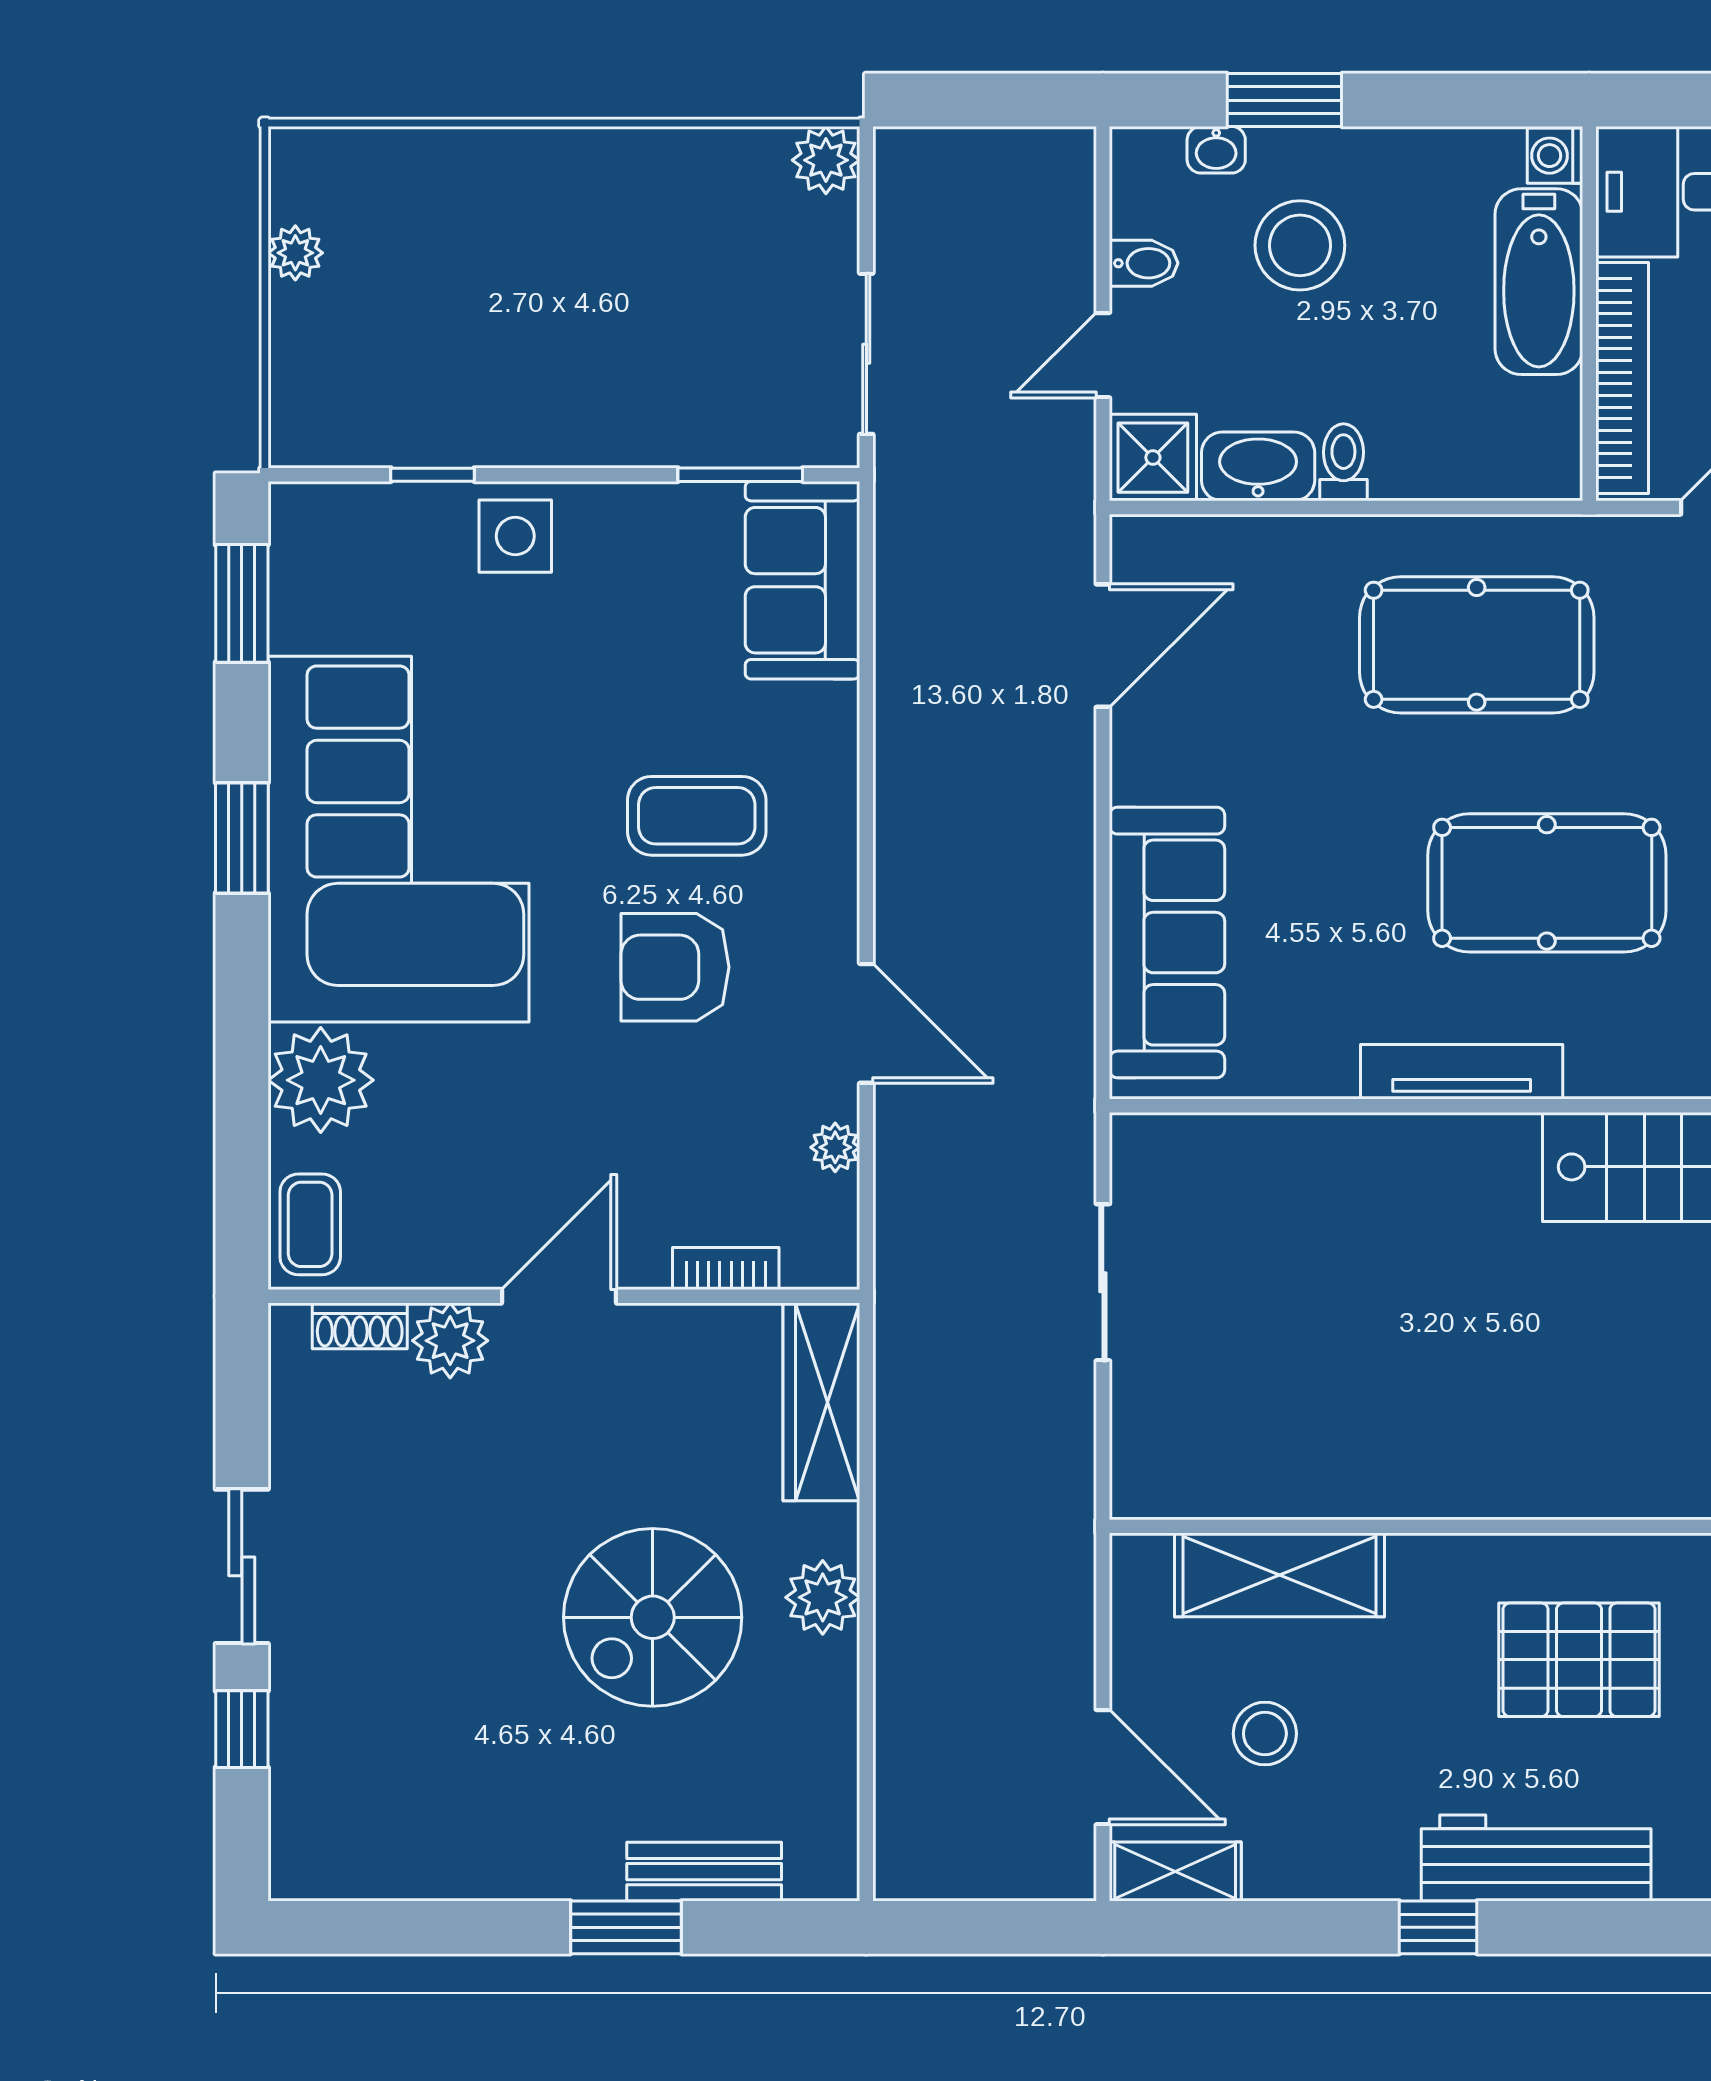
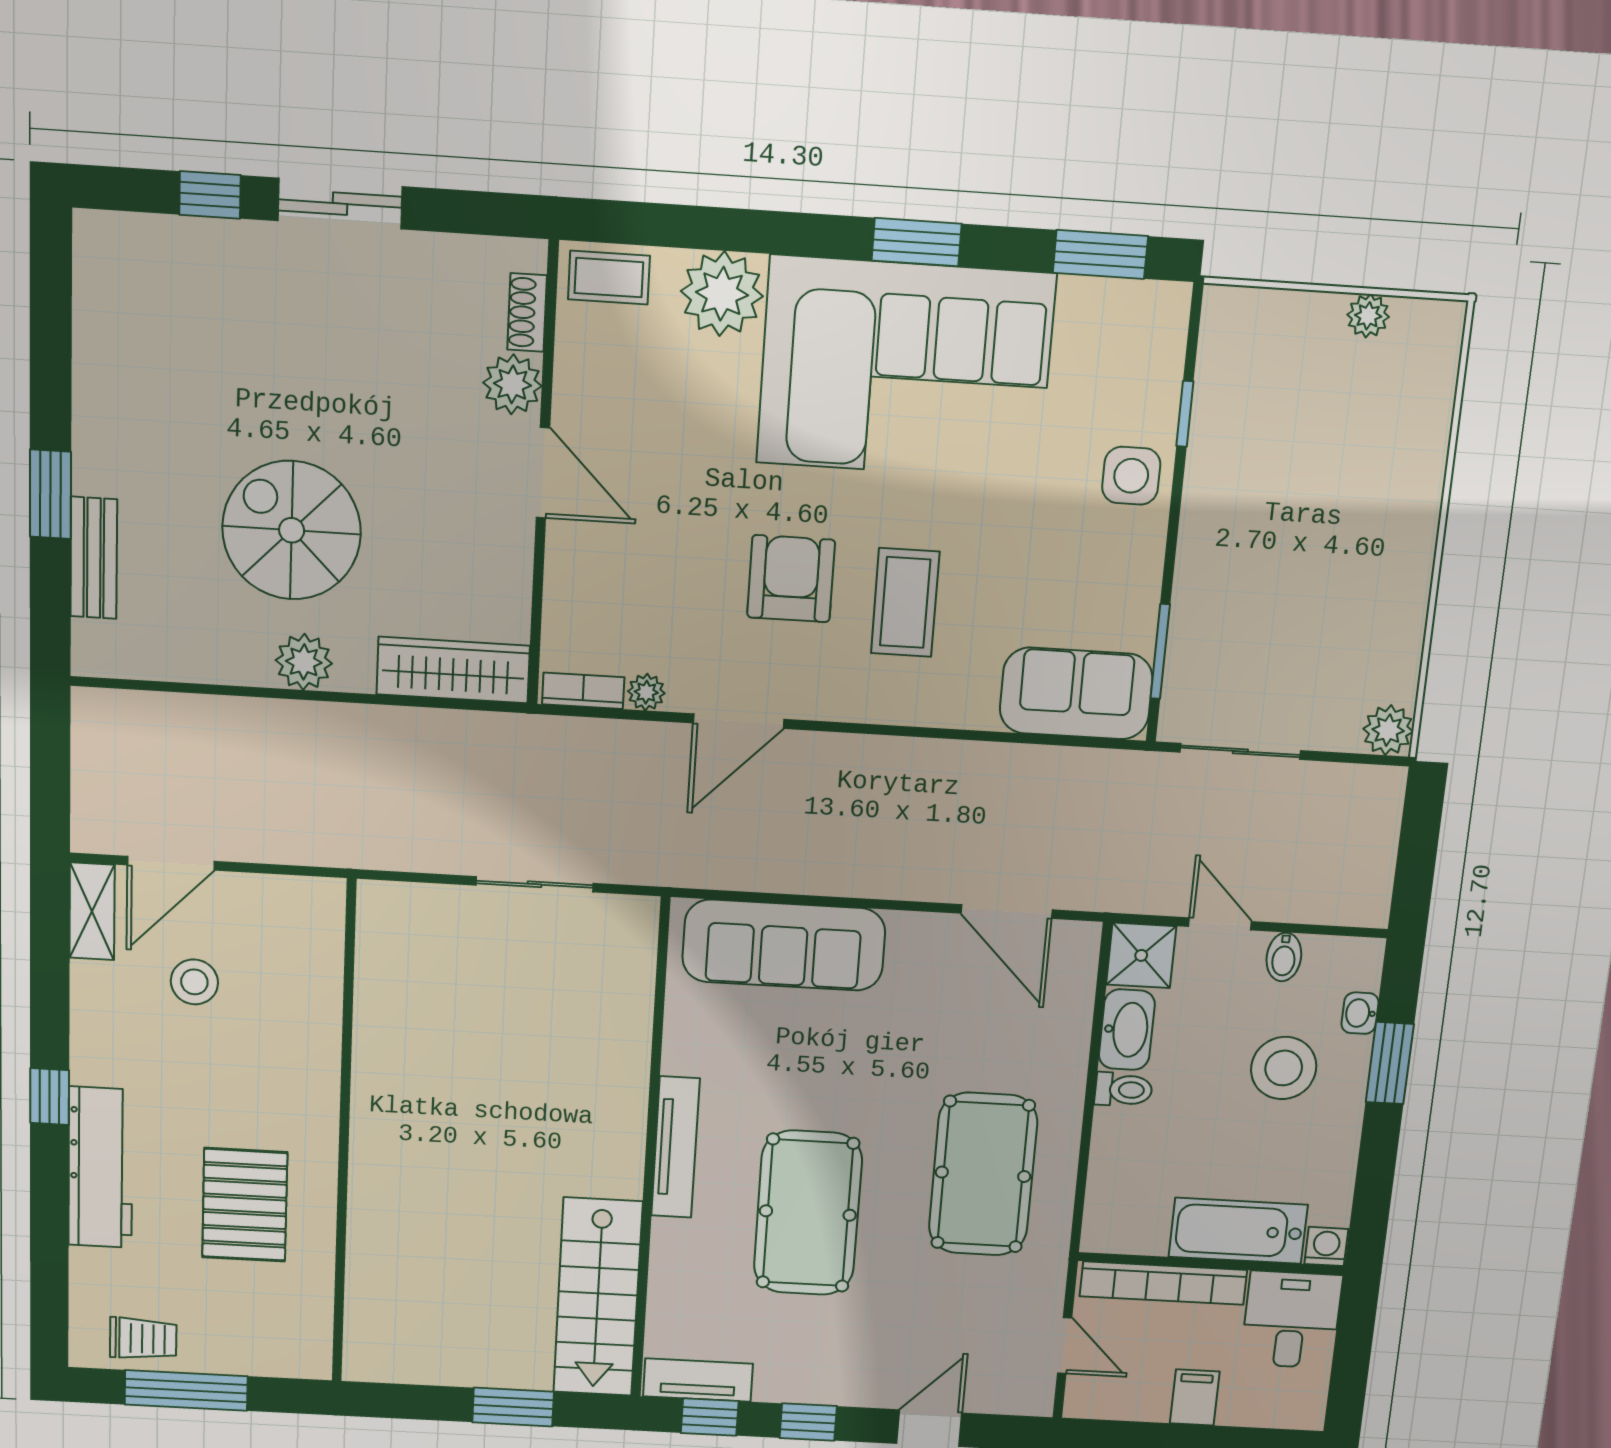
bookcase: (726, 1268) -> (583, 691), moved, turned -90
shelving: (1280, 1575) -> (312, 999), removed

